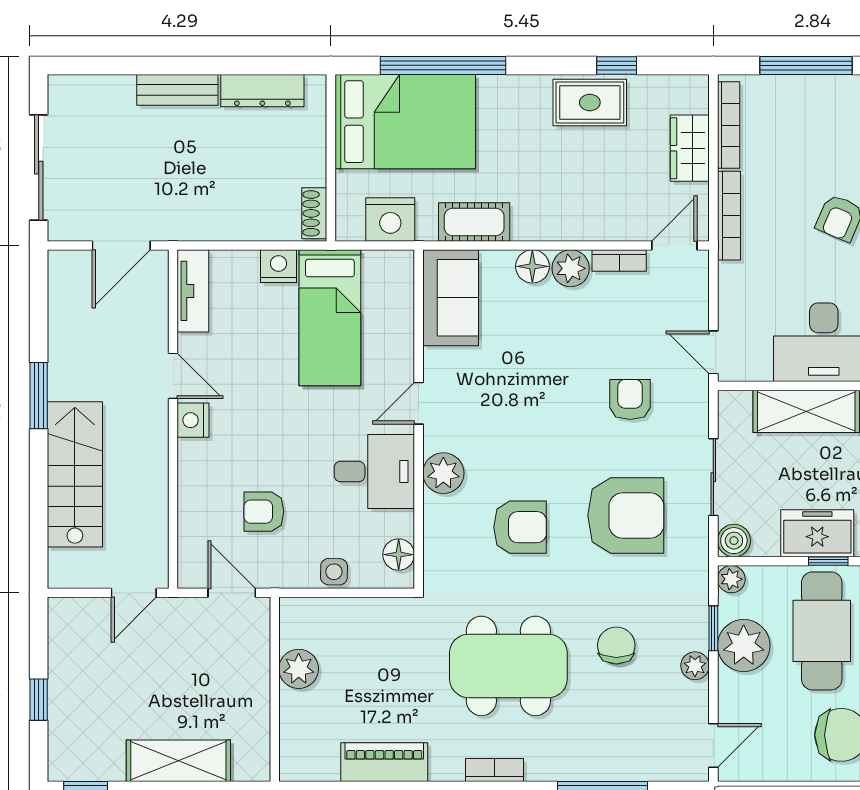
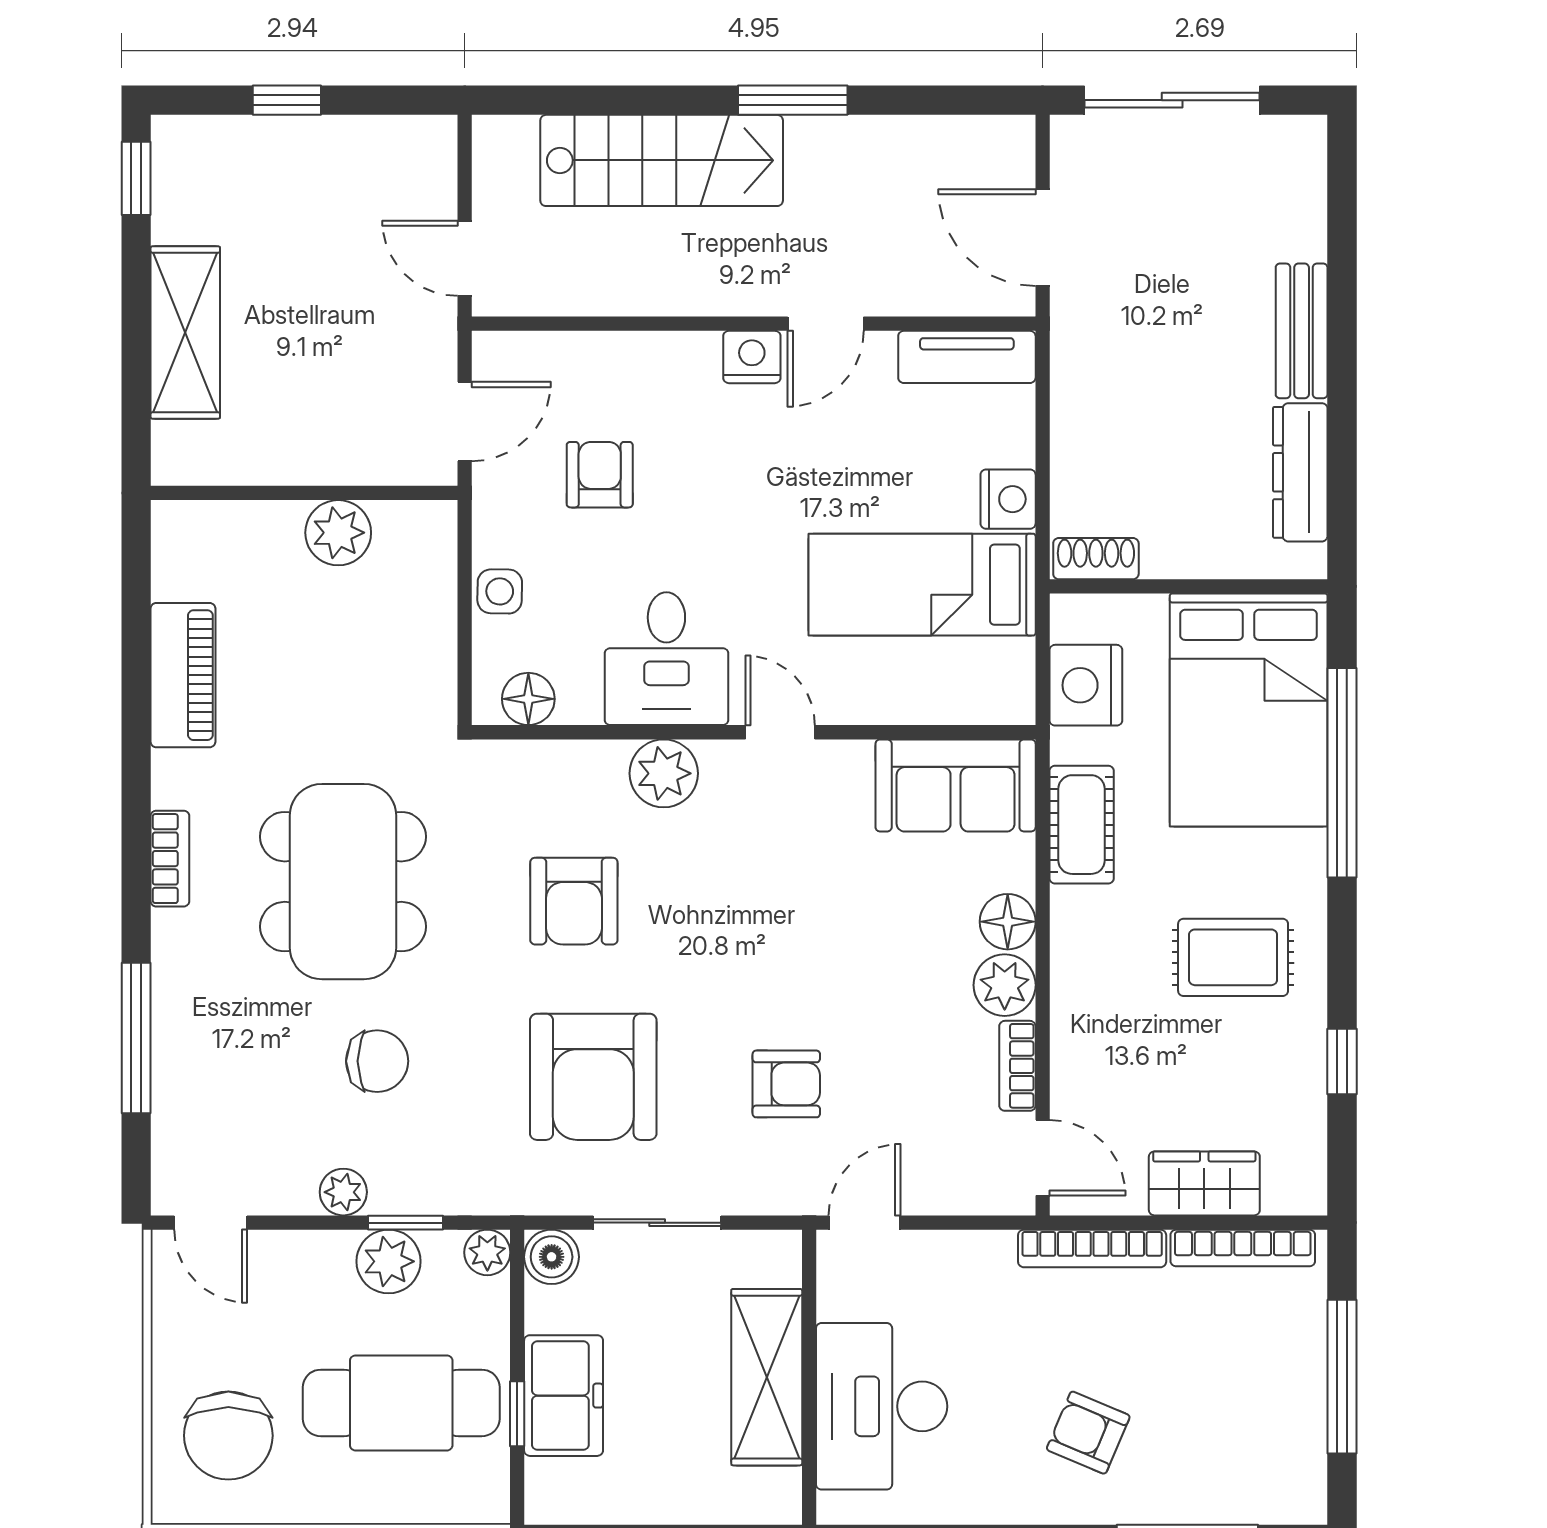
rug: (590, 103) -> (1233, 957), moved, turned 90
plant: (744, 646) -> (389, 1261), width x0.73, depth x0.73

